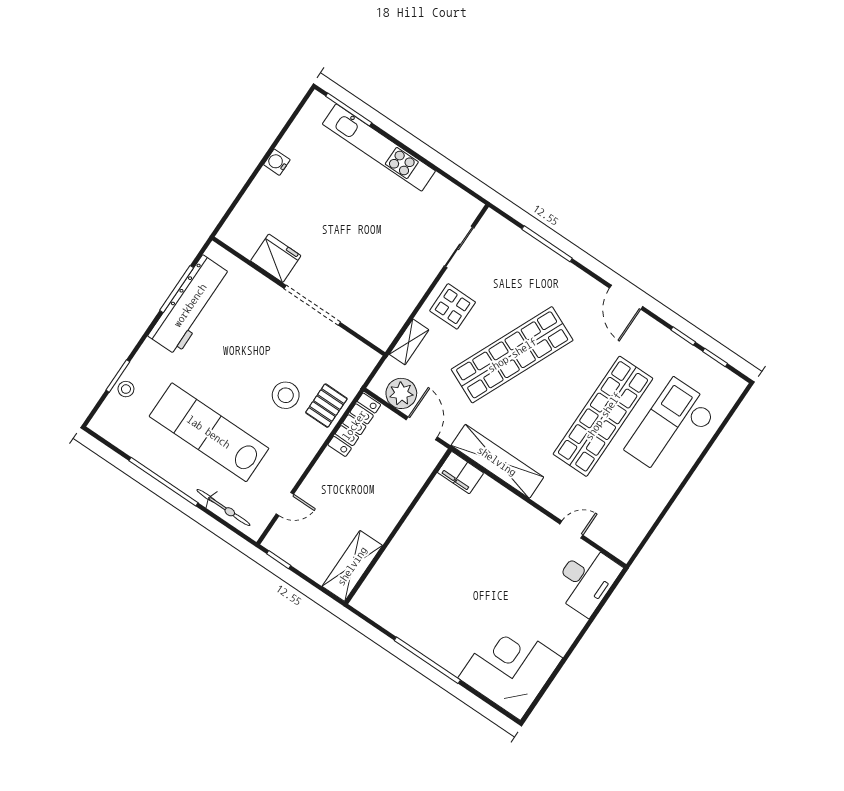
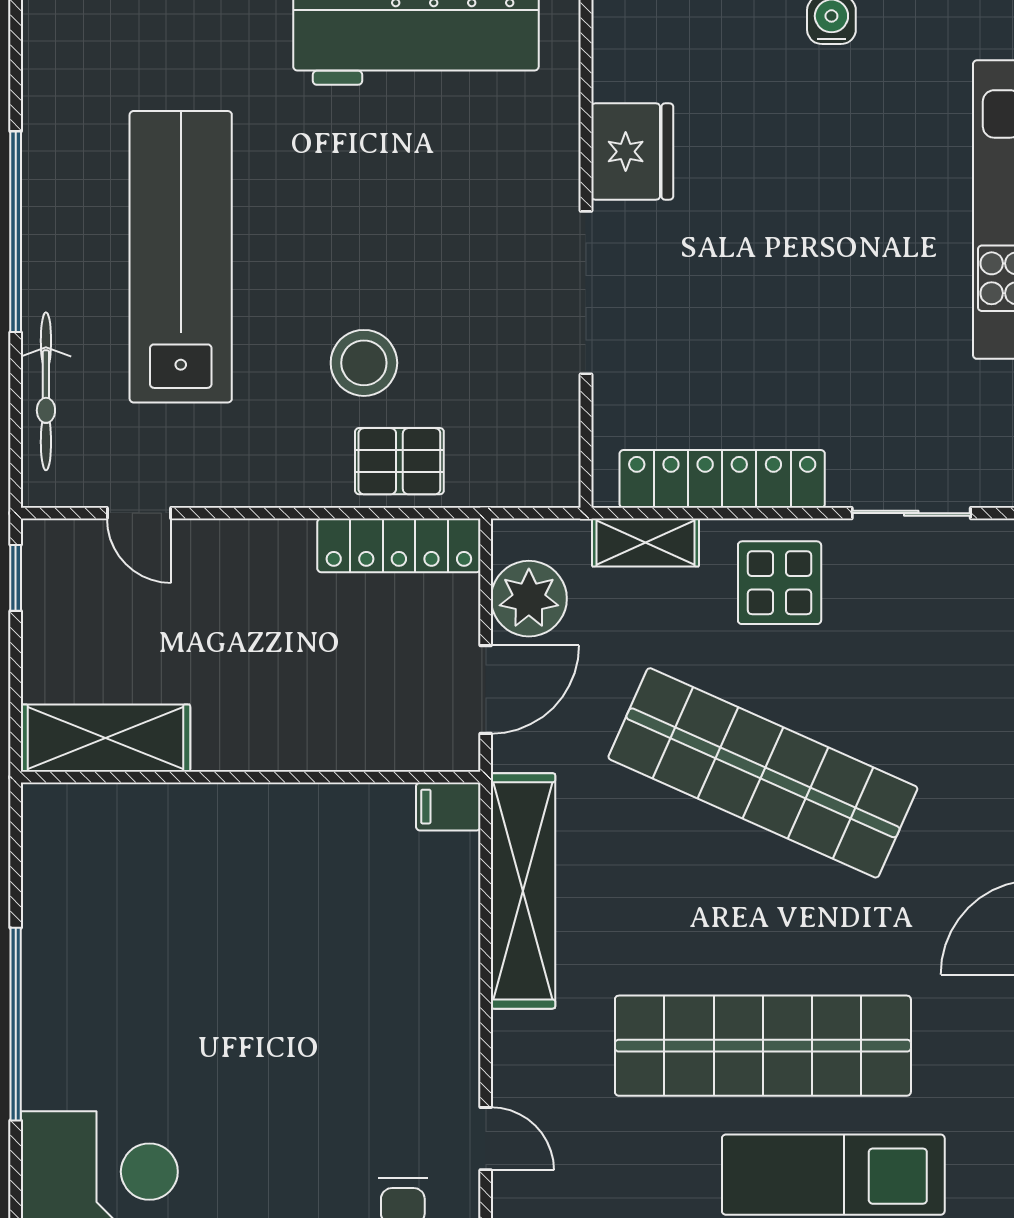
locker: (405, 302) -> (722, 479), added
stool: (126, 389) -> (154, 25), removed
filing cabinet: (460, 473) -> (448, 807), width x0.50

